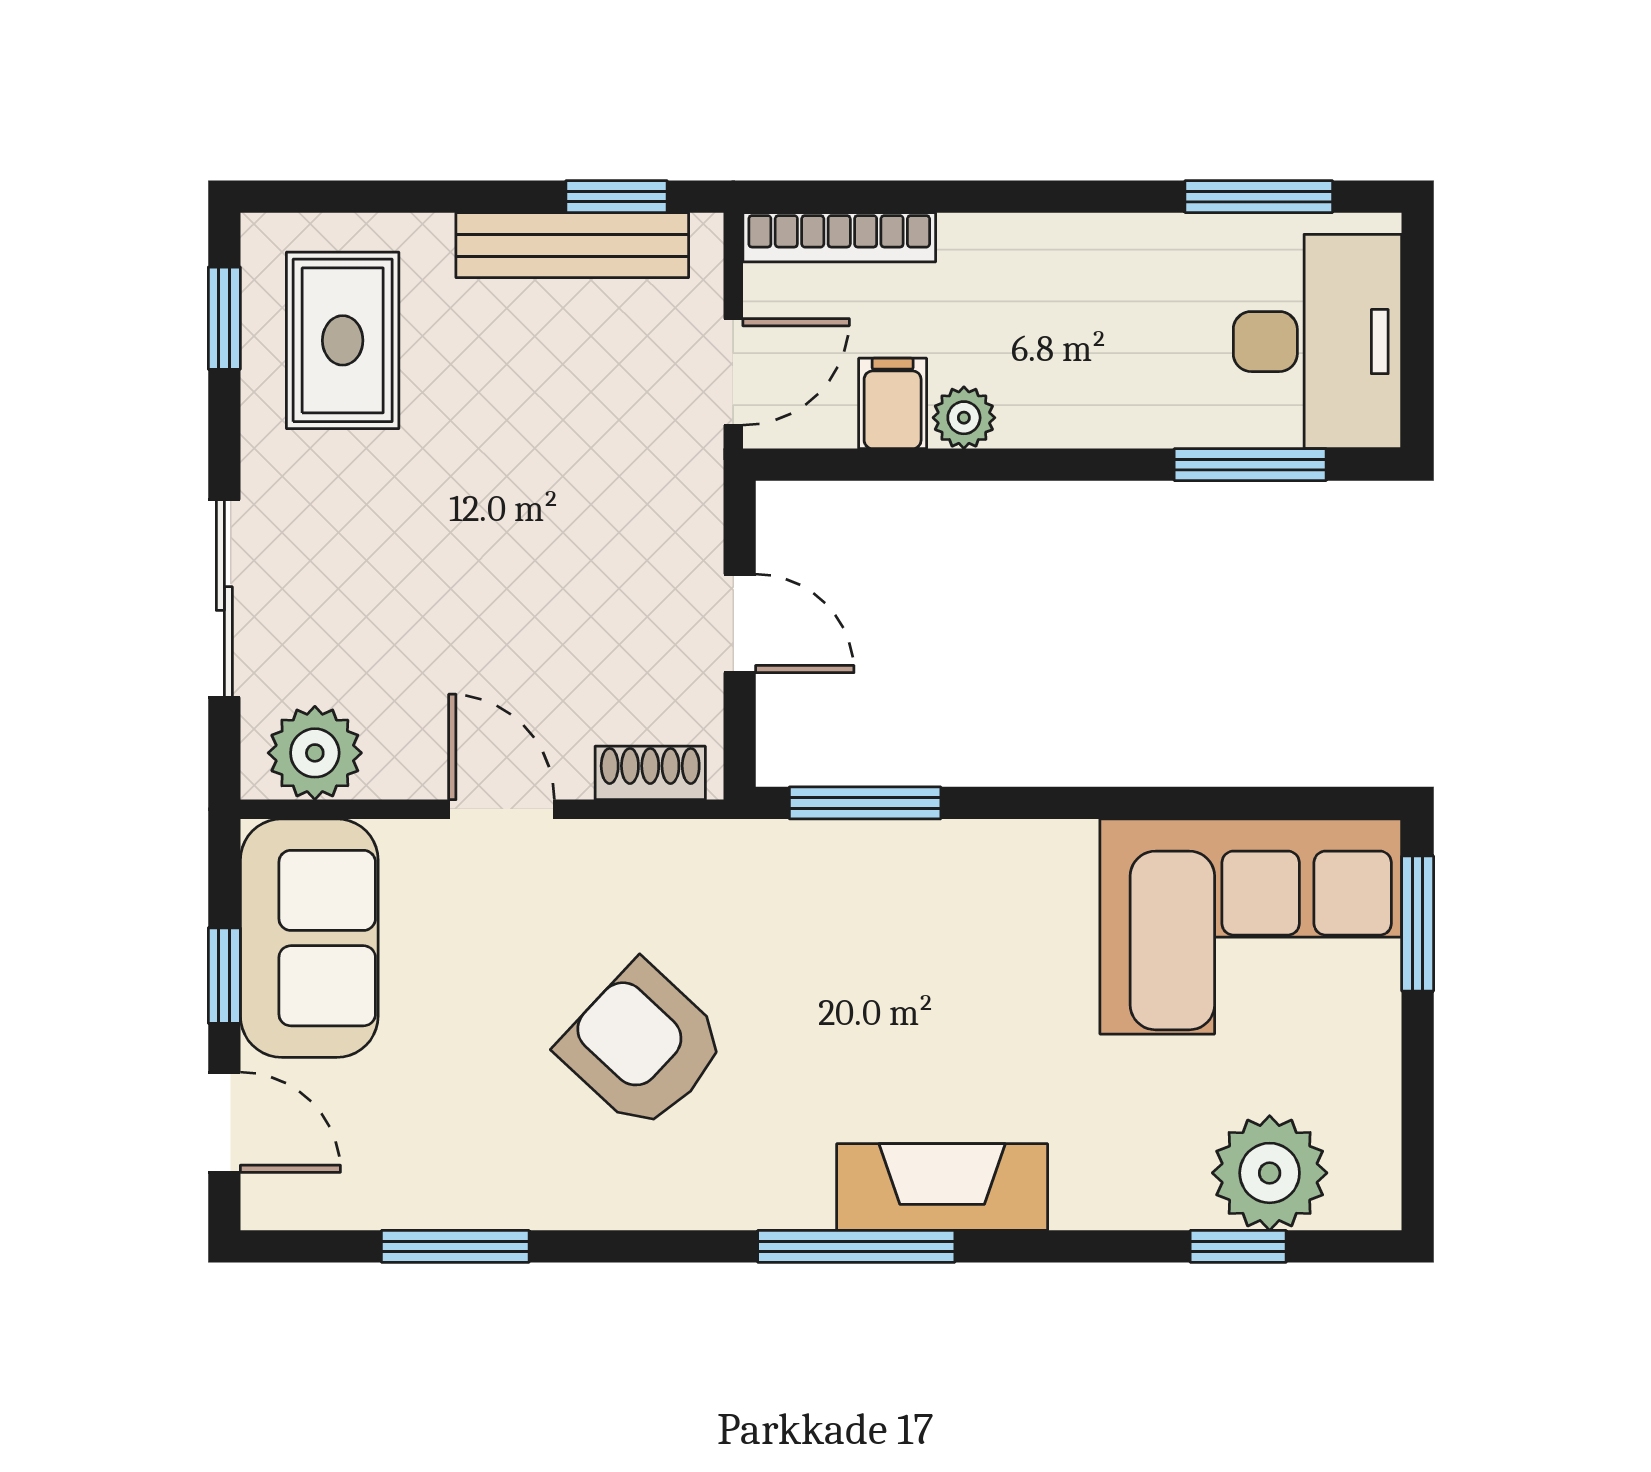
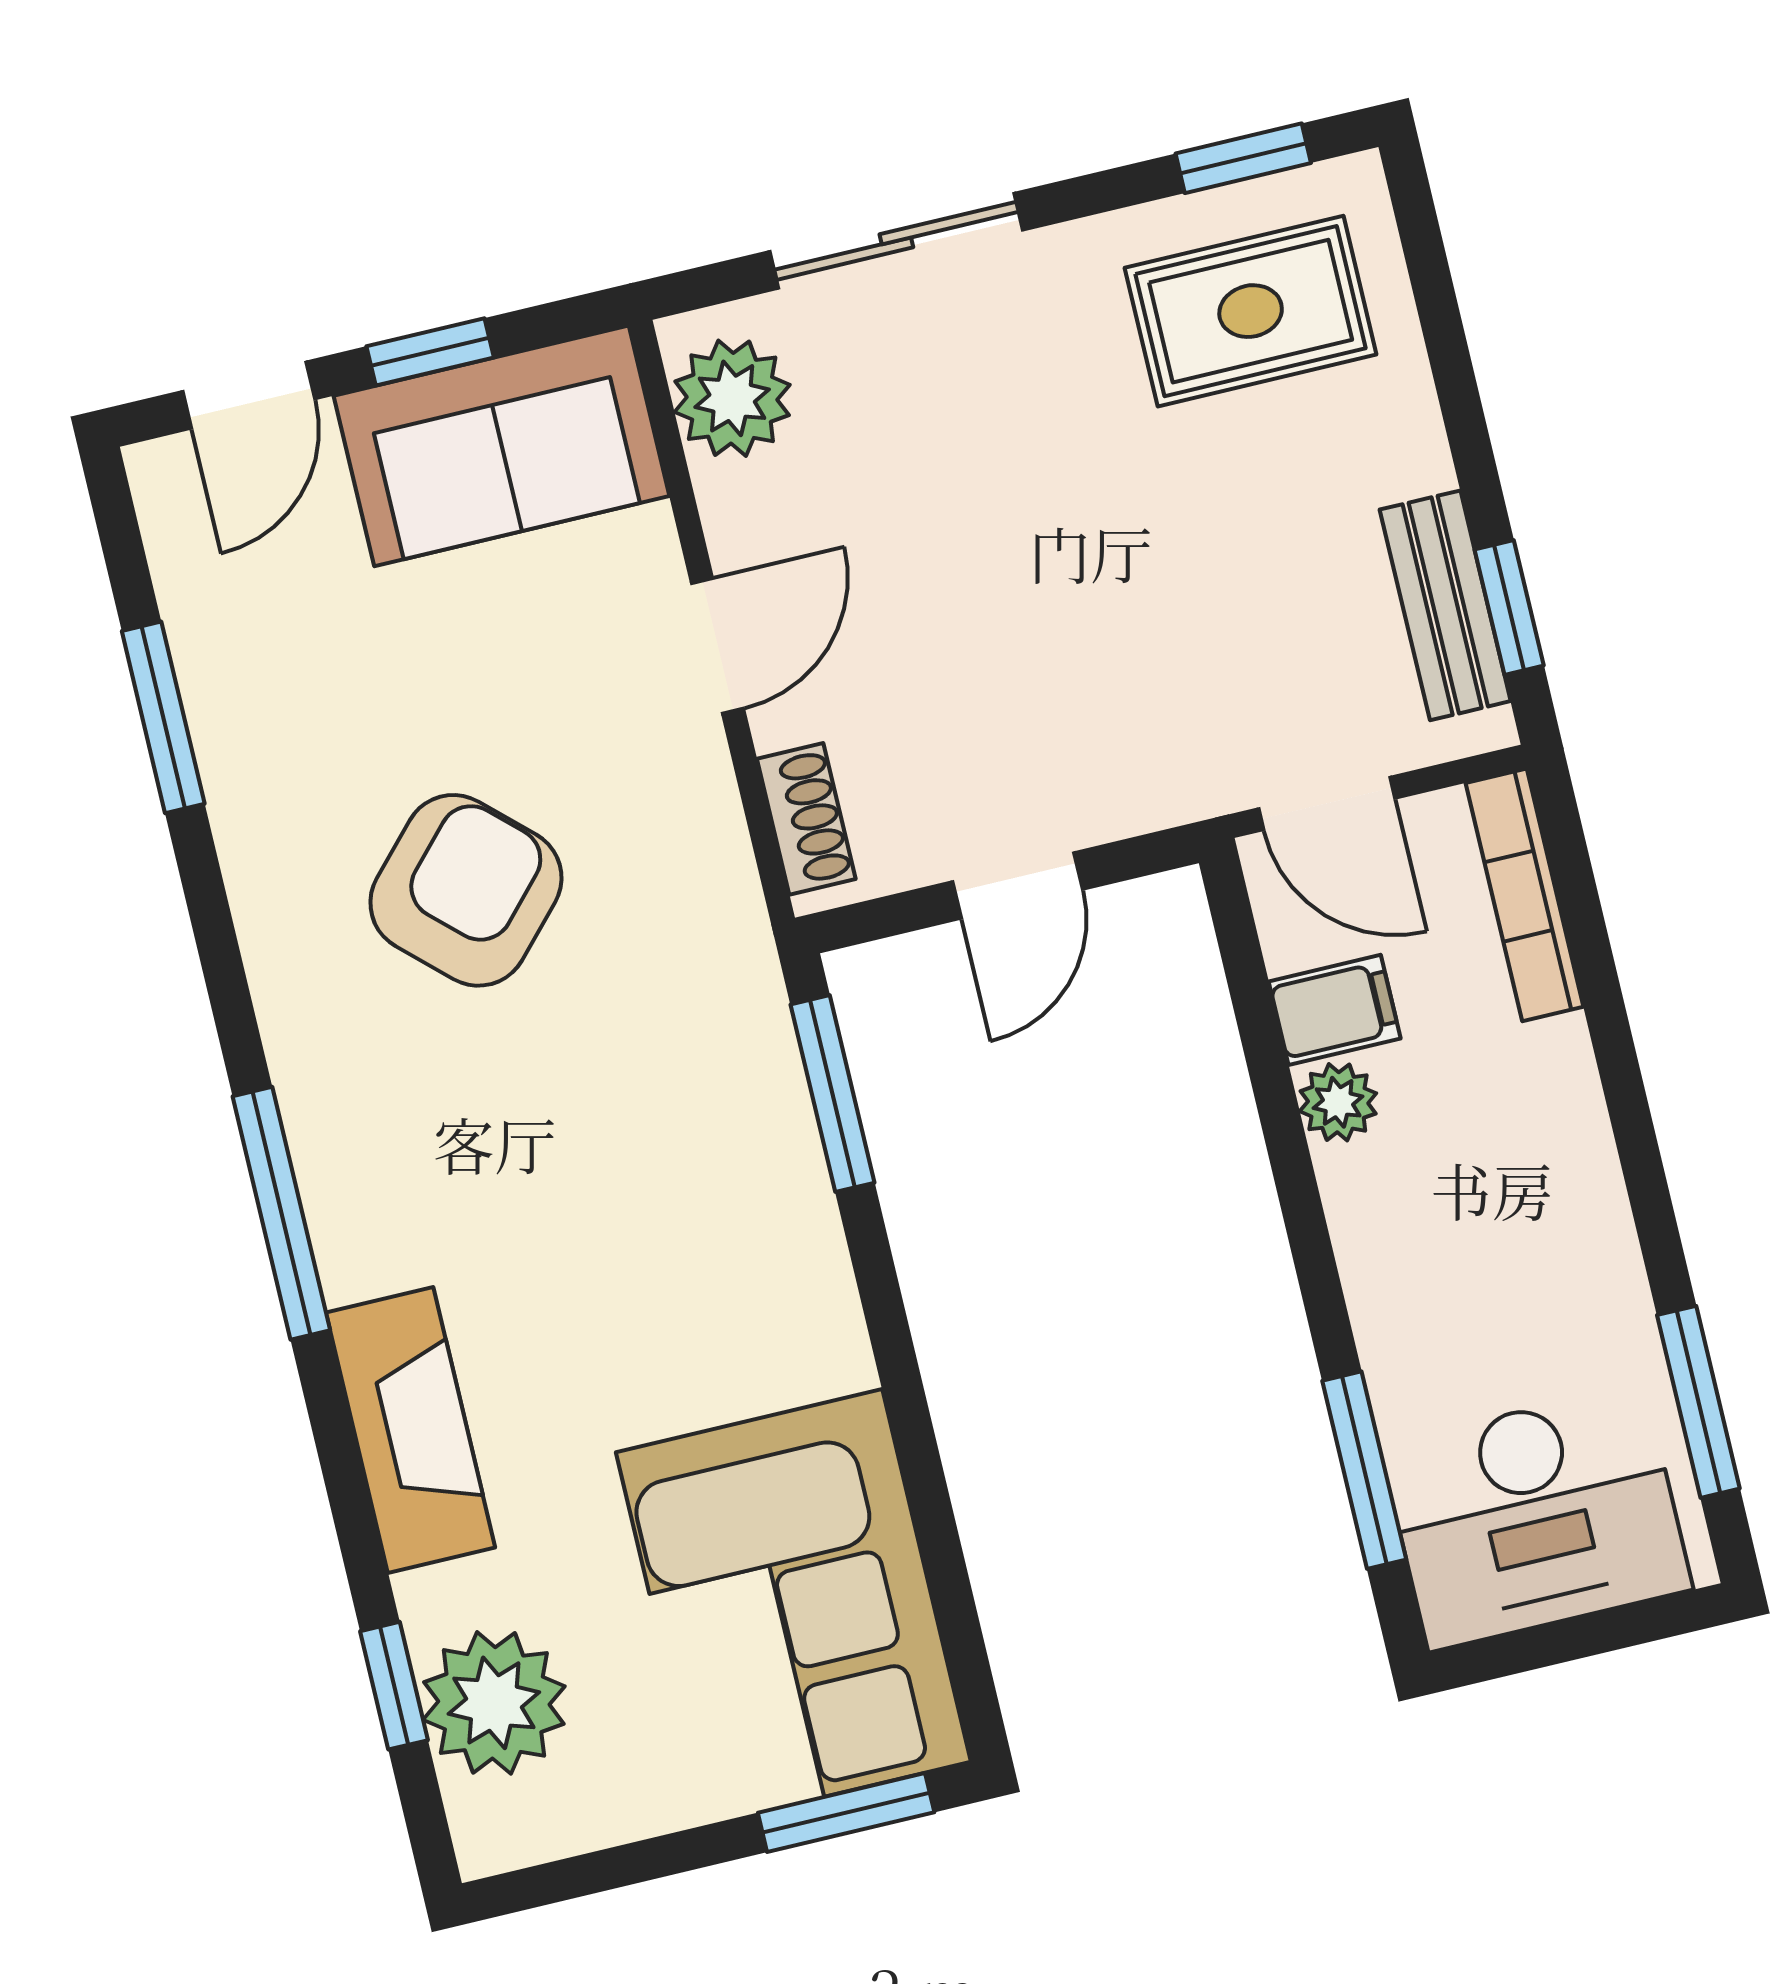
bench: (572, 245) -> (1445, 605), width x0.73
fireplace: (942, 1187) -> (411, 1430), moved

